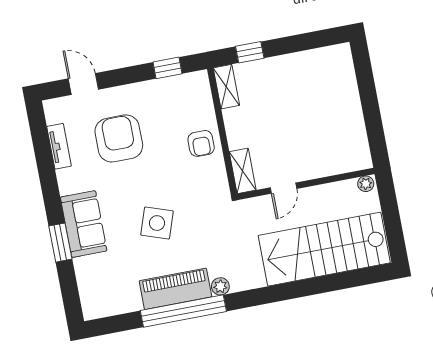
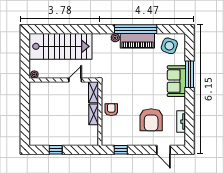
window: (250, 52) -> (56, 150), moved
shelving: (226, 87) -> (94, 114), moved
side table: (157, 223) -> (169, 46), moved
window: (60, 243) -> (190, 74), width x1.44

